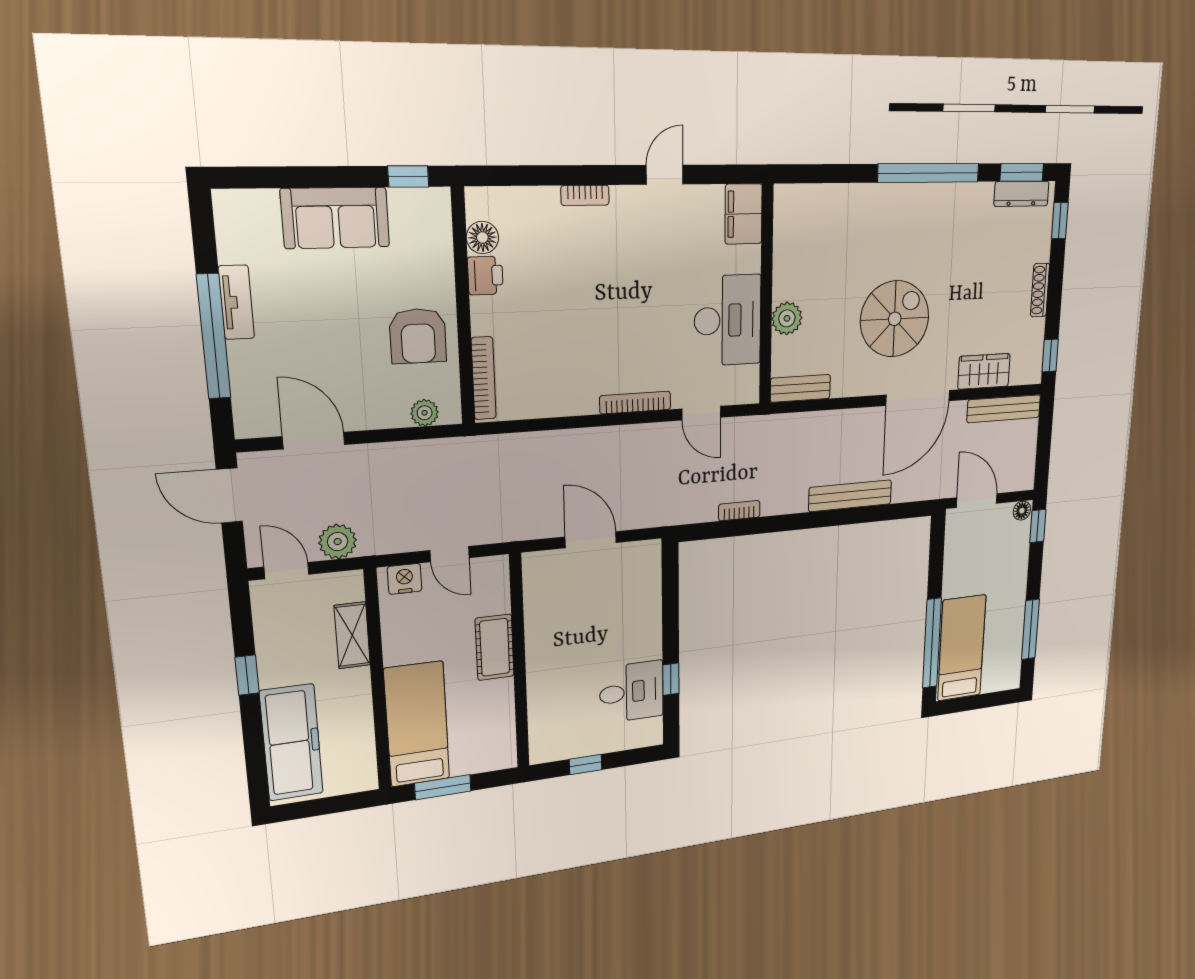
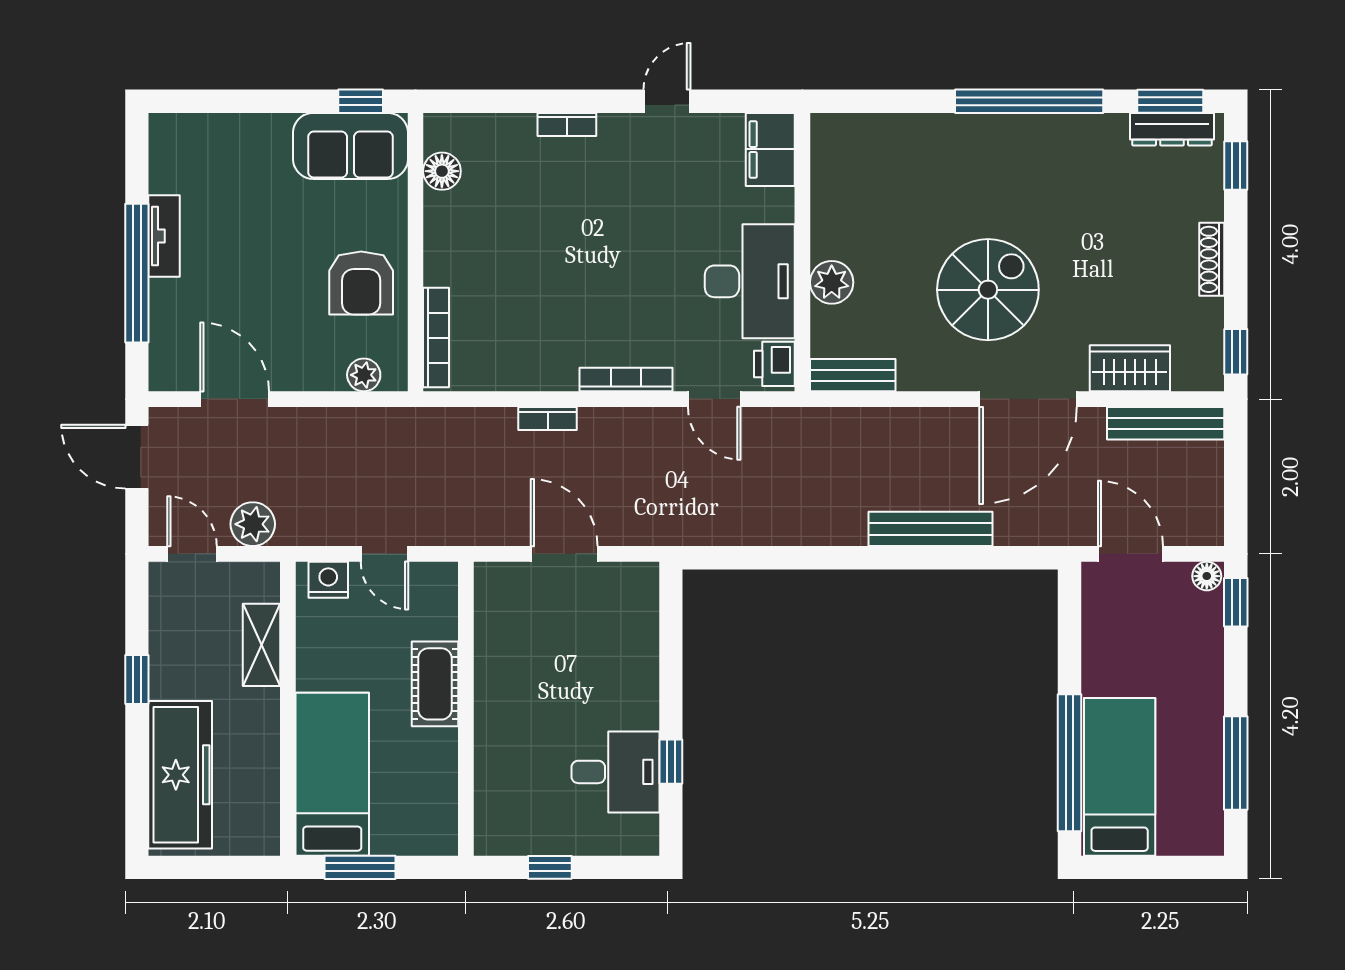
sofa: (335, 218) -> (350, 146), moved
printer: (485, 276) -> (774, 364), moved, turned 180
bookcase: (739, 511) -> (548, 419), moved, turned 180

